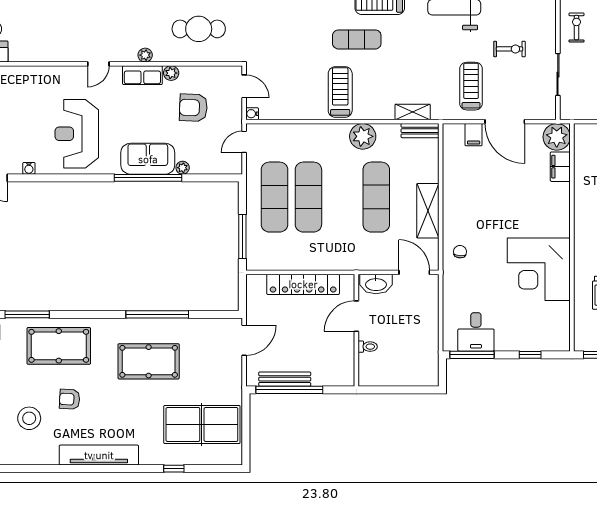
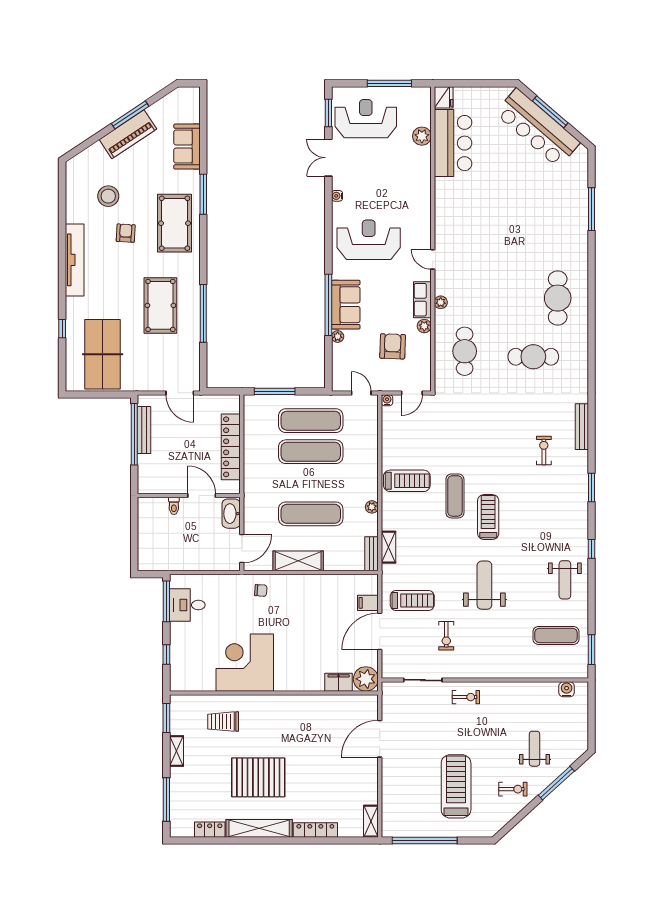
plant: (363, 136) -> (372, 507), width x0.53, depth x0.53

